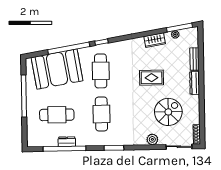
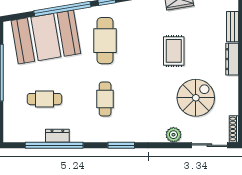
rug: (152, 78) -> (174, 51), turned 90
cafe table: (101, 114) -> (105, 99), width x0.73, depth x0.74
cafe table: (57, 115) -> (44, 99), width x0.73, depth x0.74

